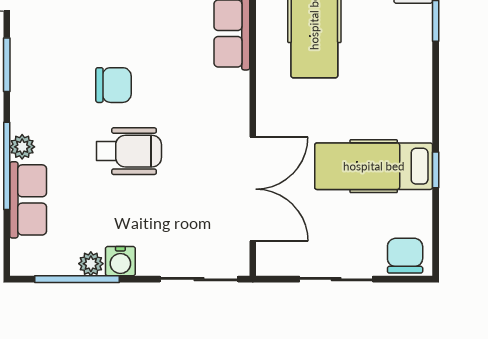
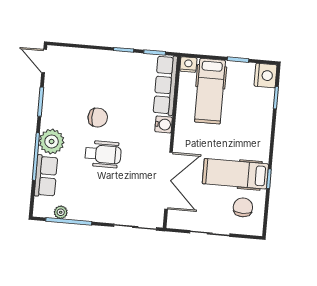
plant: (22, 147) -> (52, 141), width x1.87, depth x1.87
chair: (405, 256) -> (243, 207), moved
water cooler: (120, 261) -> (164, 124), moved, turned -90
plant: (91, 264) -> (61, 212), moved

